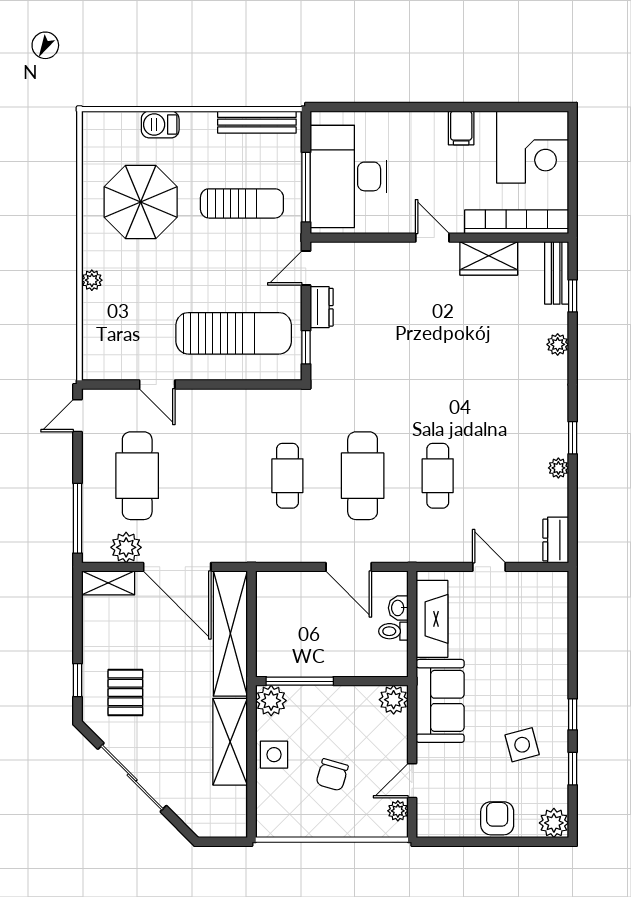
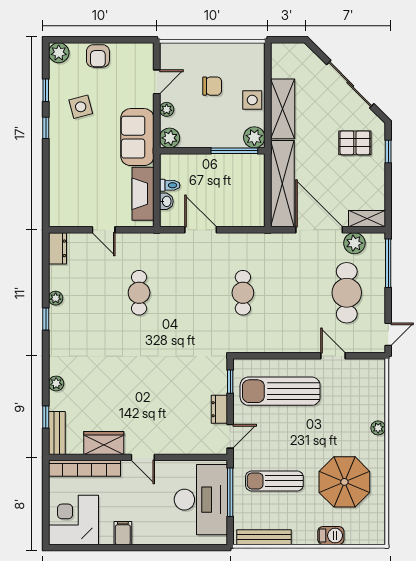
cafe table: (363, 476) -> (191, 293), removed
pallet: (125, 693) -> (355, 143), turned 90
chair: (332, 775) -> (212, 86), turned 74
plant: (398, 811) -> (167, 109), moved

